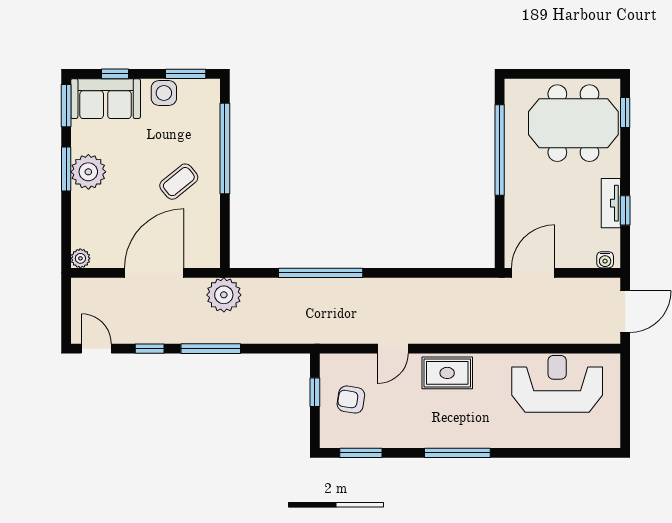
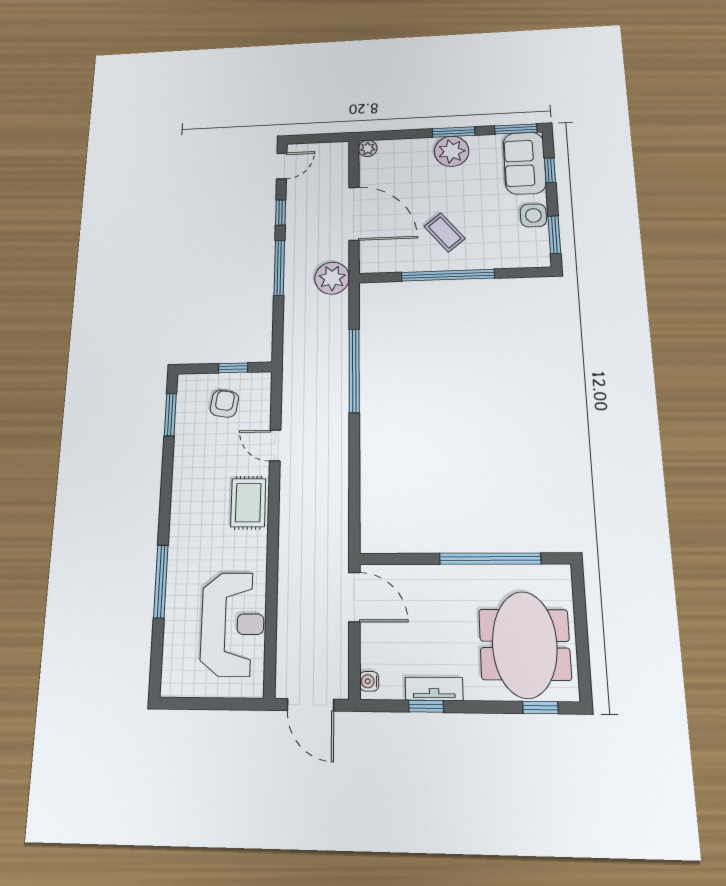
window: (225, 149) -> (448, 275), moved
window: (457, 453) -> (161, 581), moved

